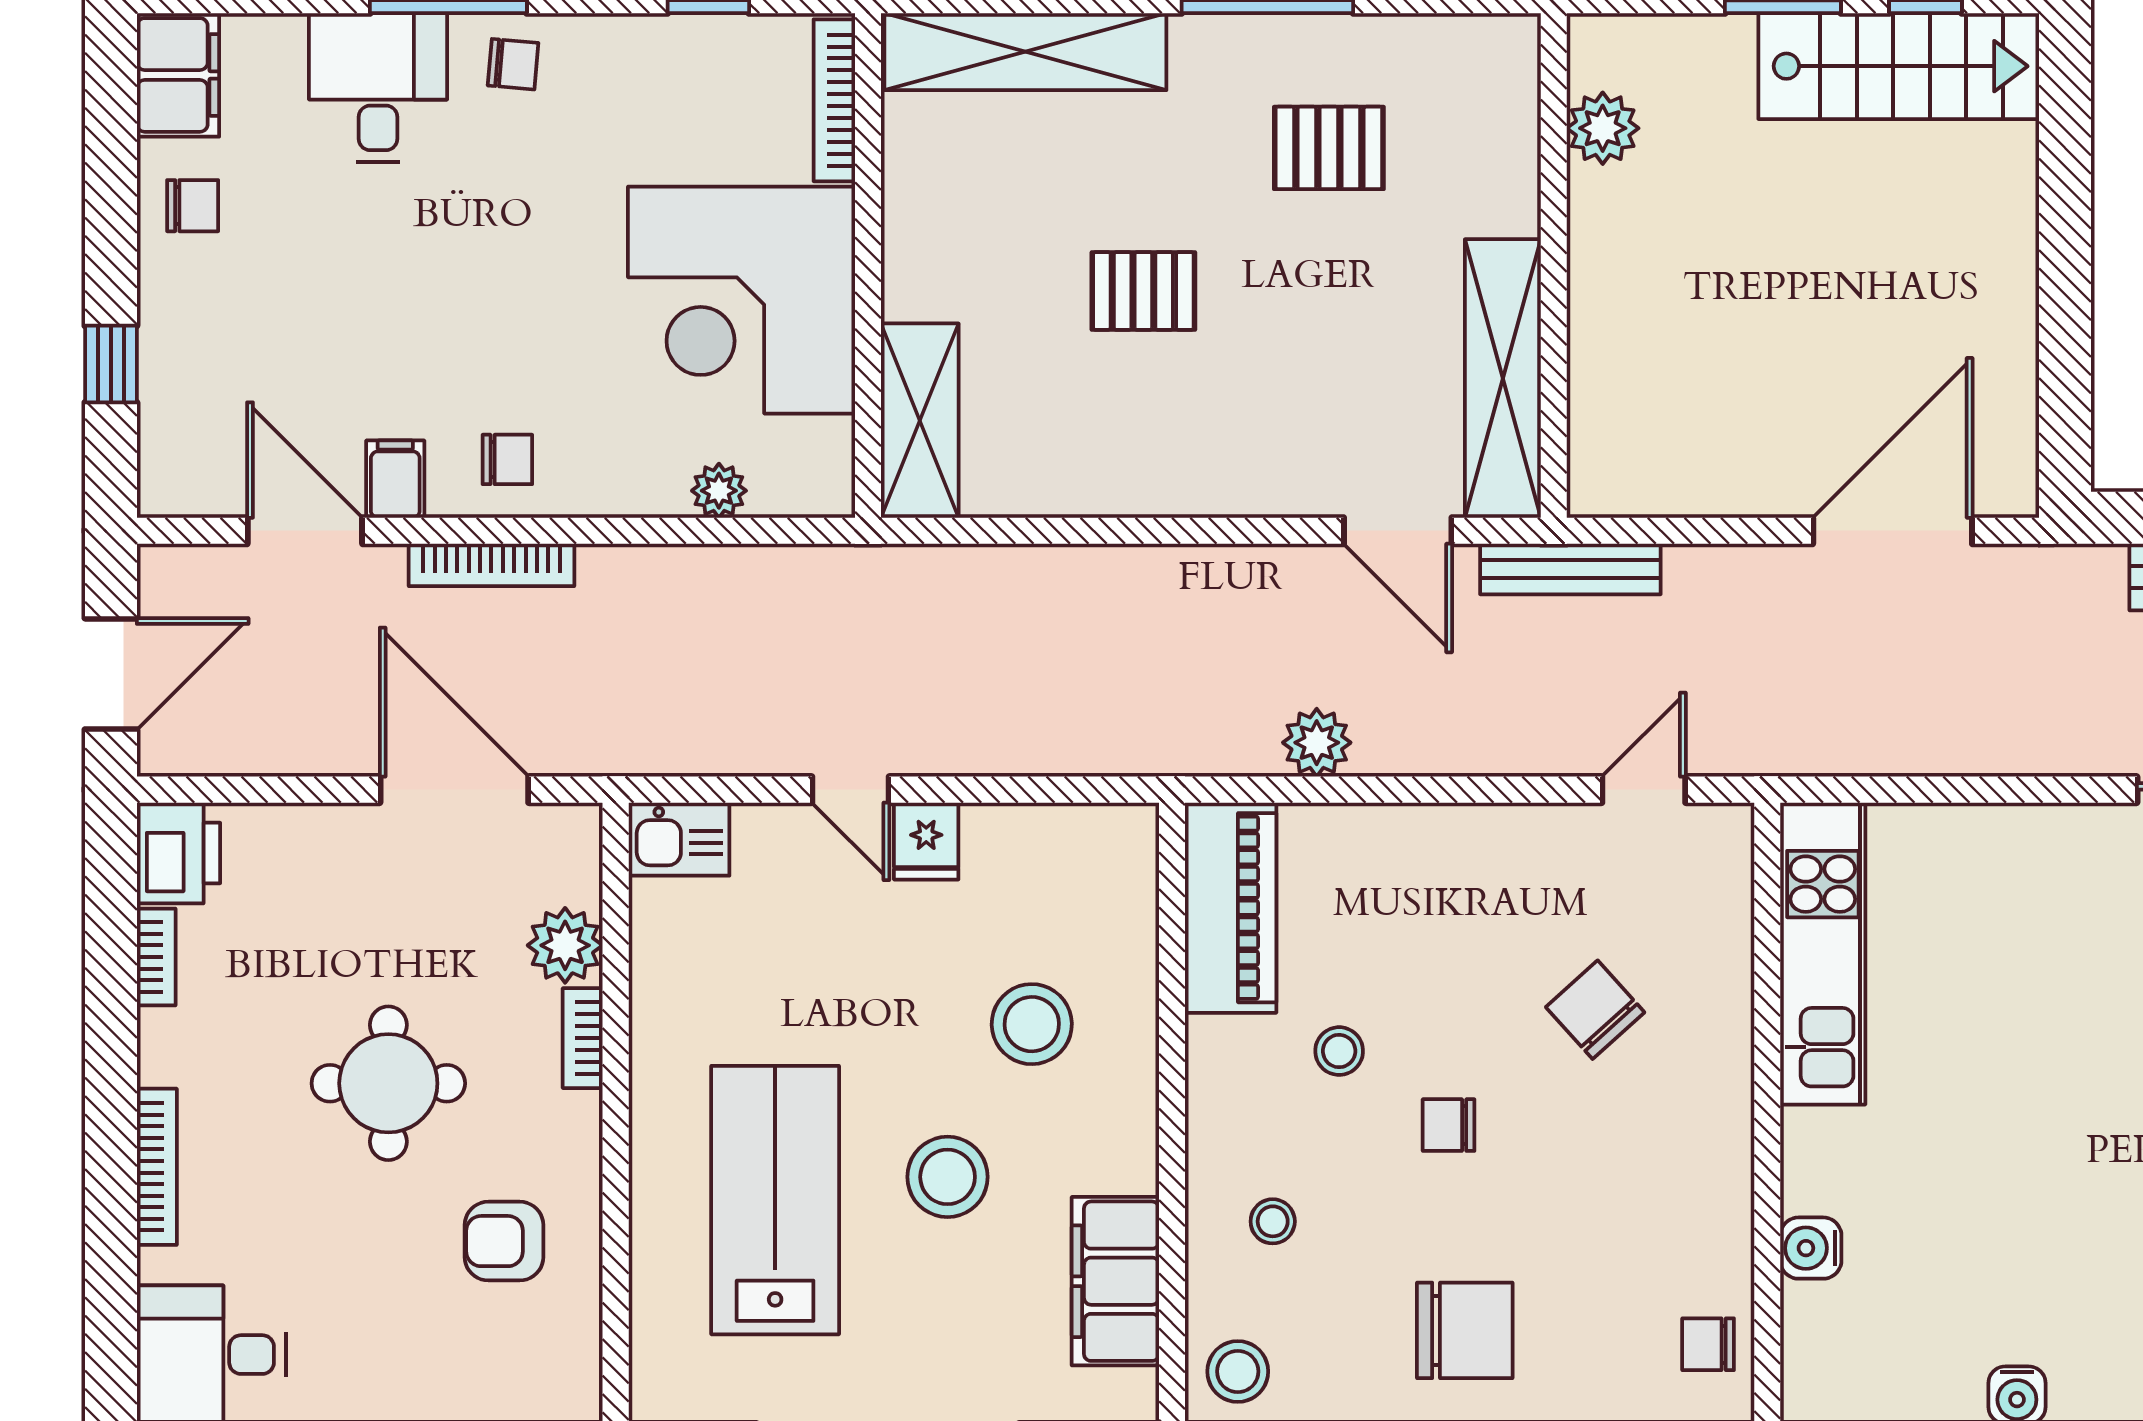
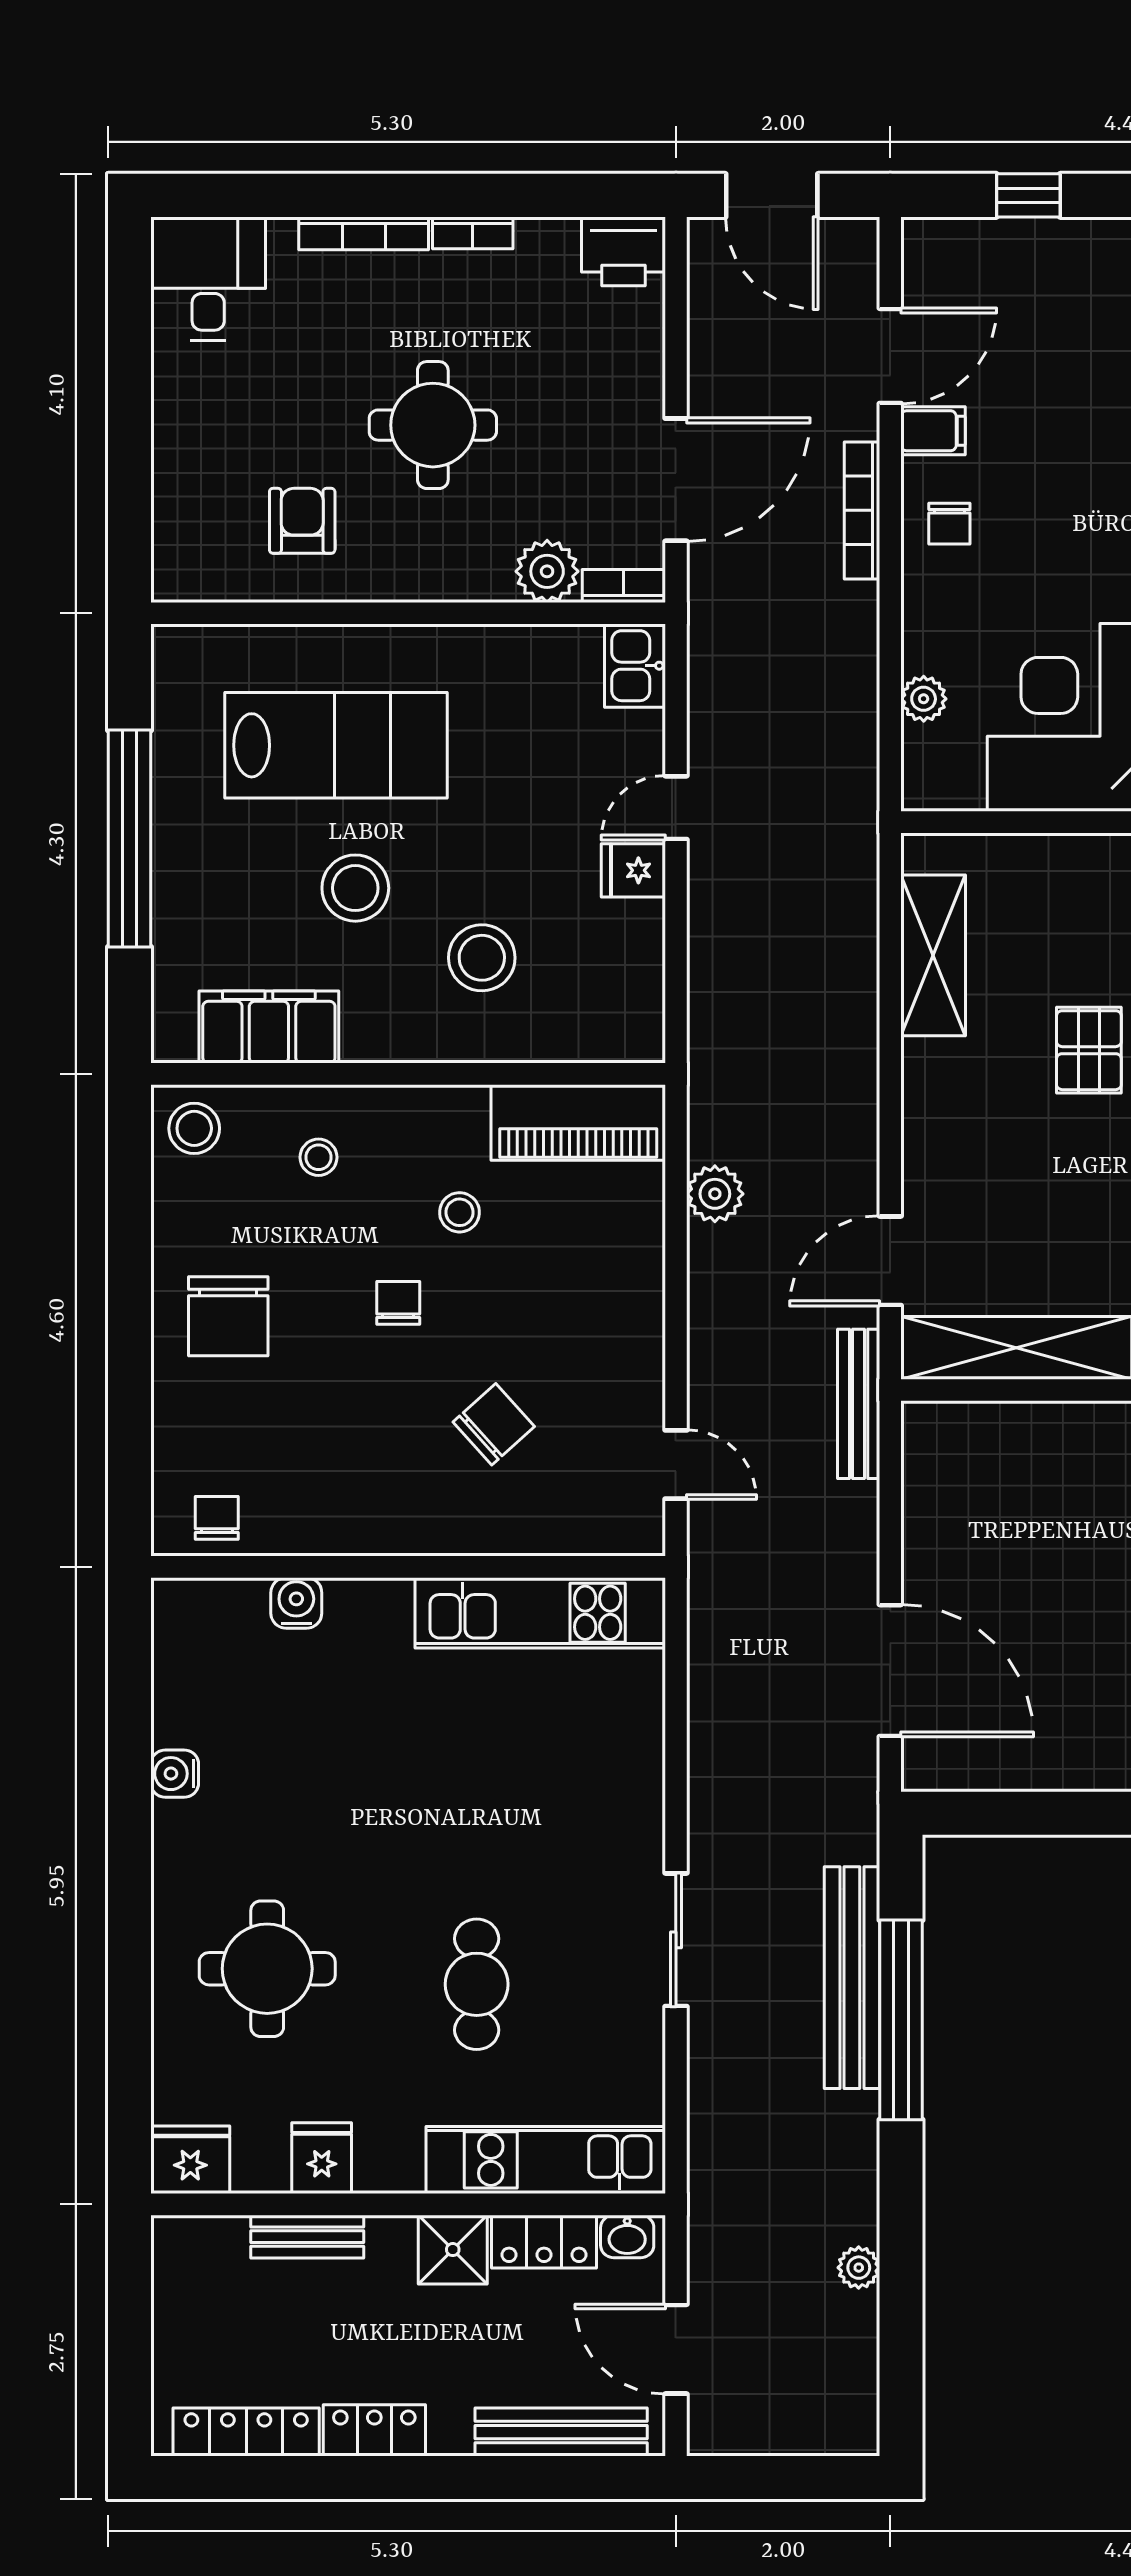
shelving: (920, 421) -> (933, 955), moved, turned 90
bookcase: (156, 957) -> (473, 233), moved
bookcase: (583, 1038) -> (624, 586), moved

